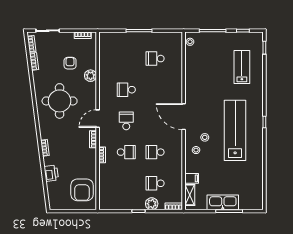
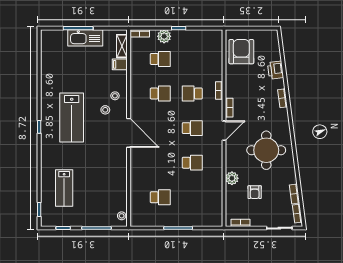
school desk: (126, 121) -> (192, 128), turned -90
lab bench: (235, 130) -> (72, 118), width x0.73

